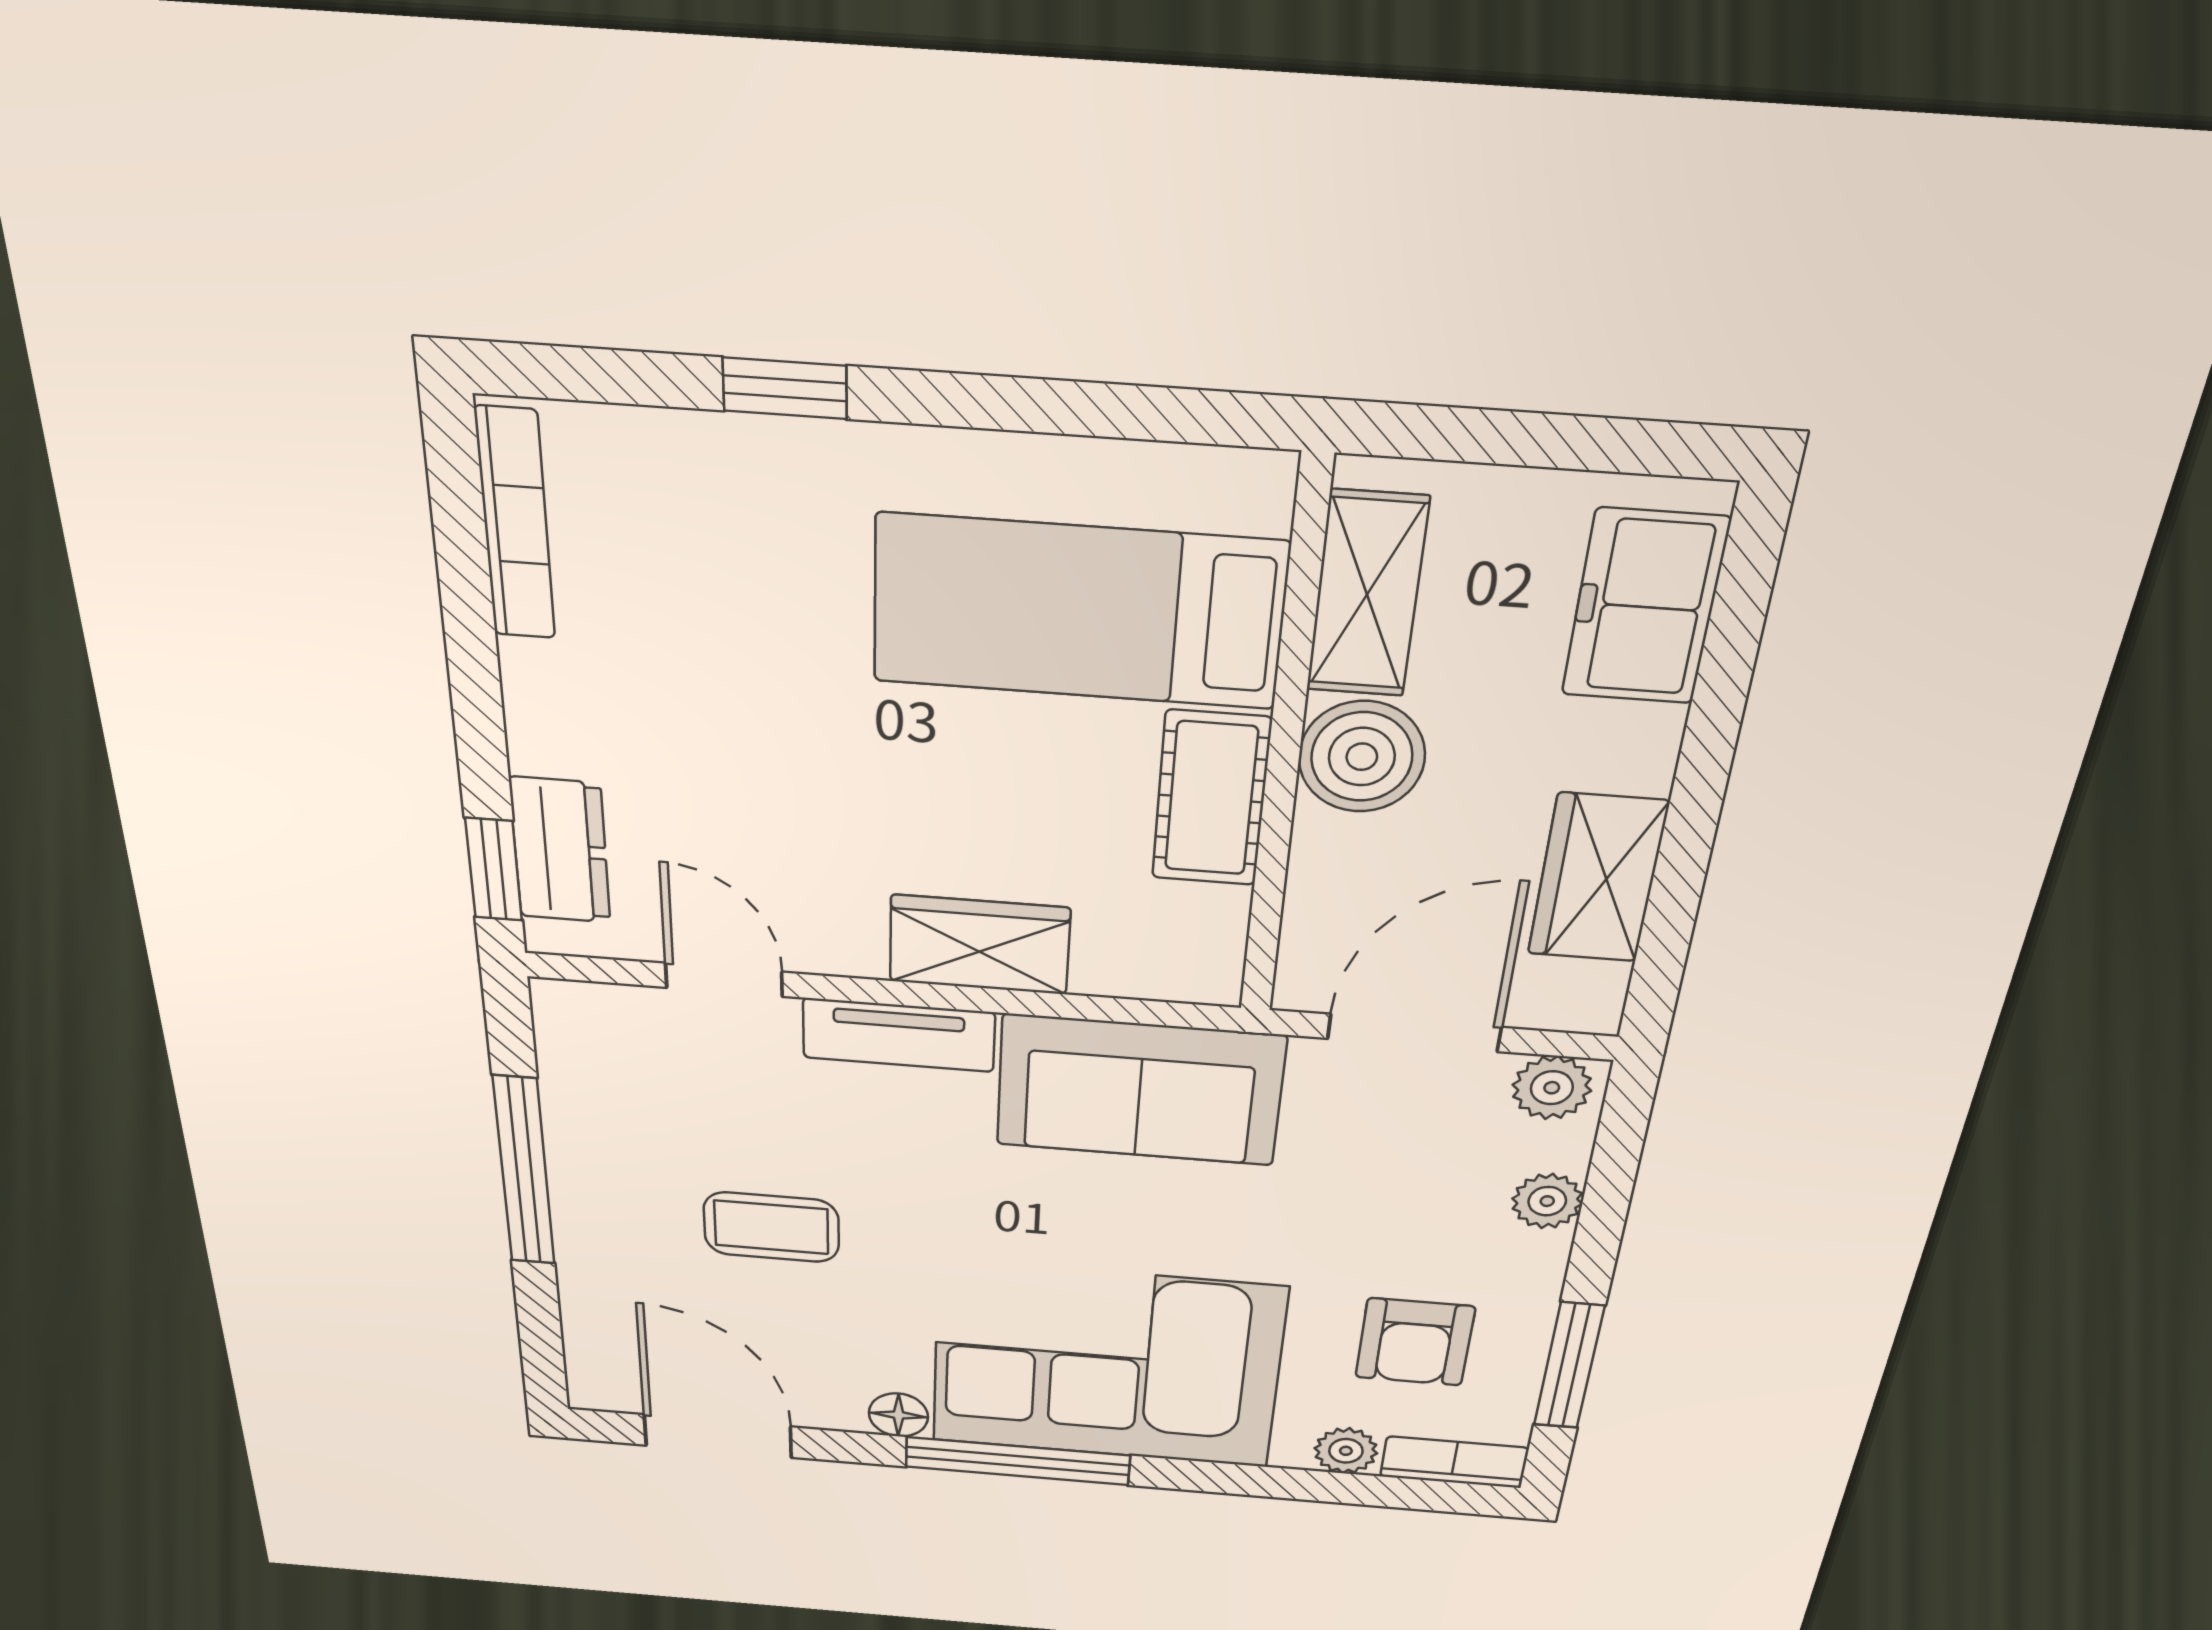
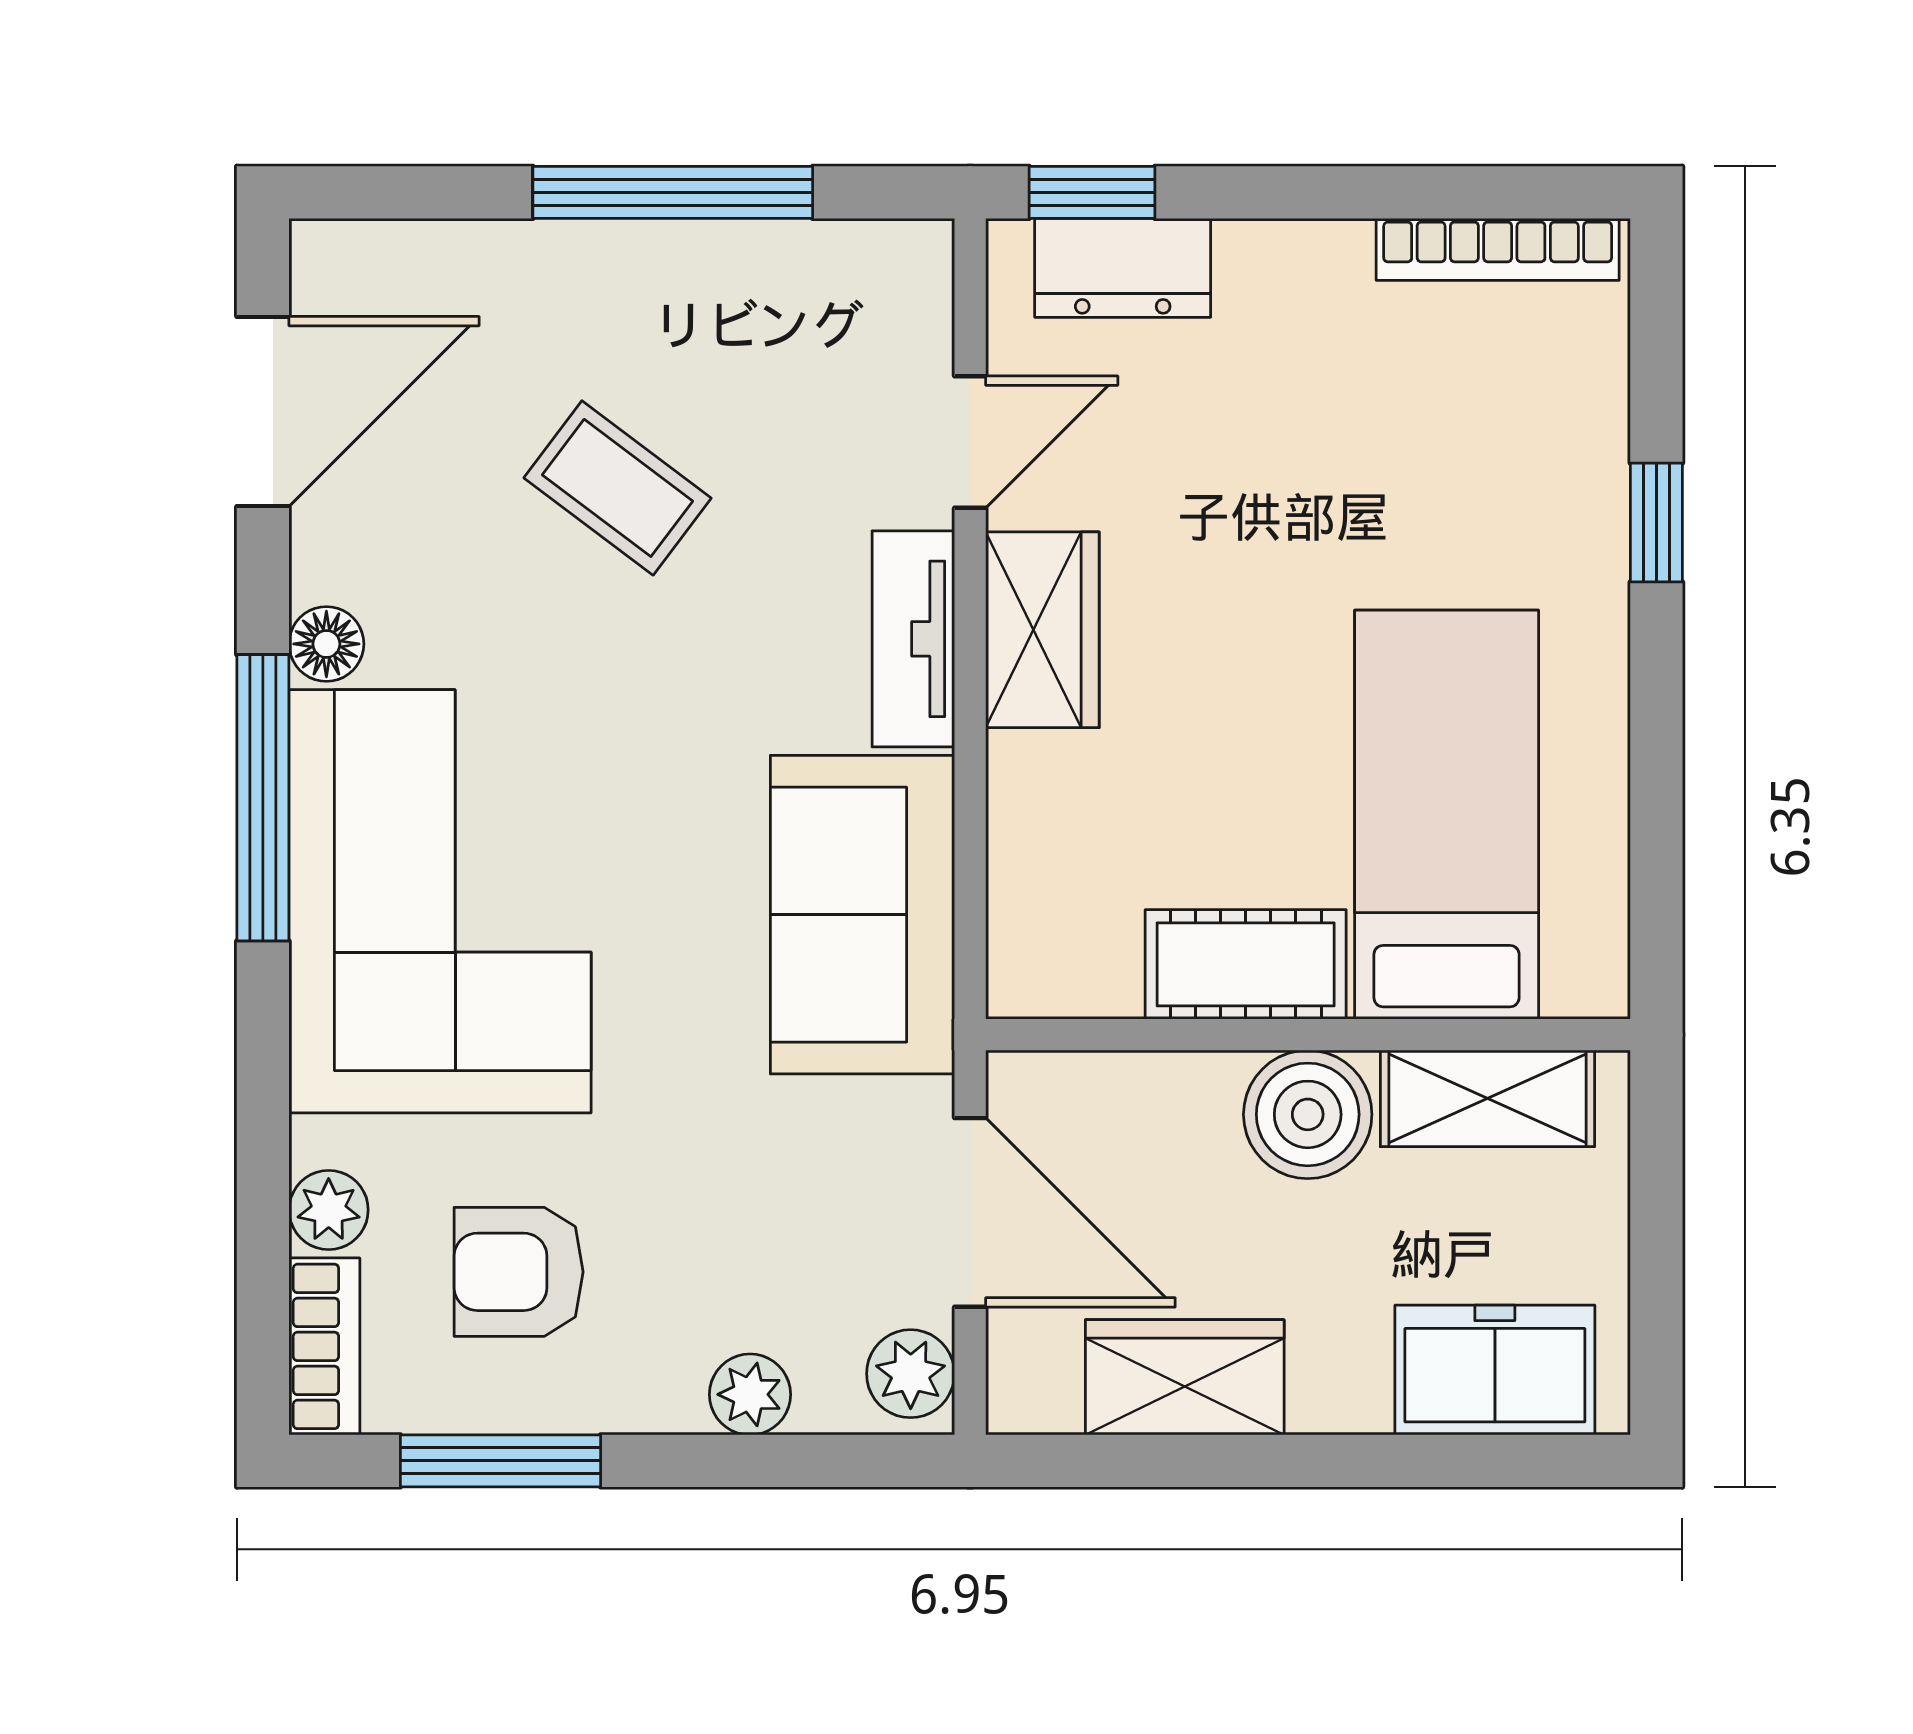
wardrobe: (979, 945) -> (1042, 630), moved
coffee table: (771, 1227) -> (618, 488), turned -53

